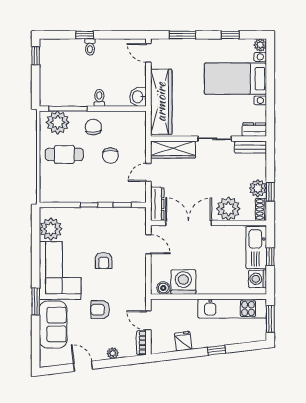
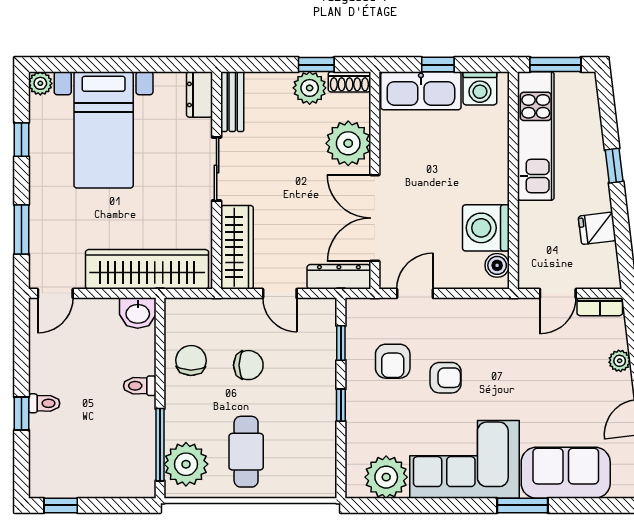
chair: (93, 127) -> (191, 360), moved, turned 95
armchair: (100, 310) -> (393, 361), moved

